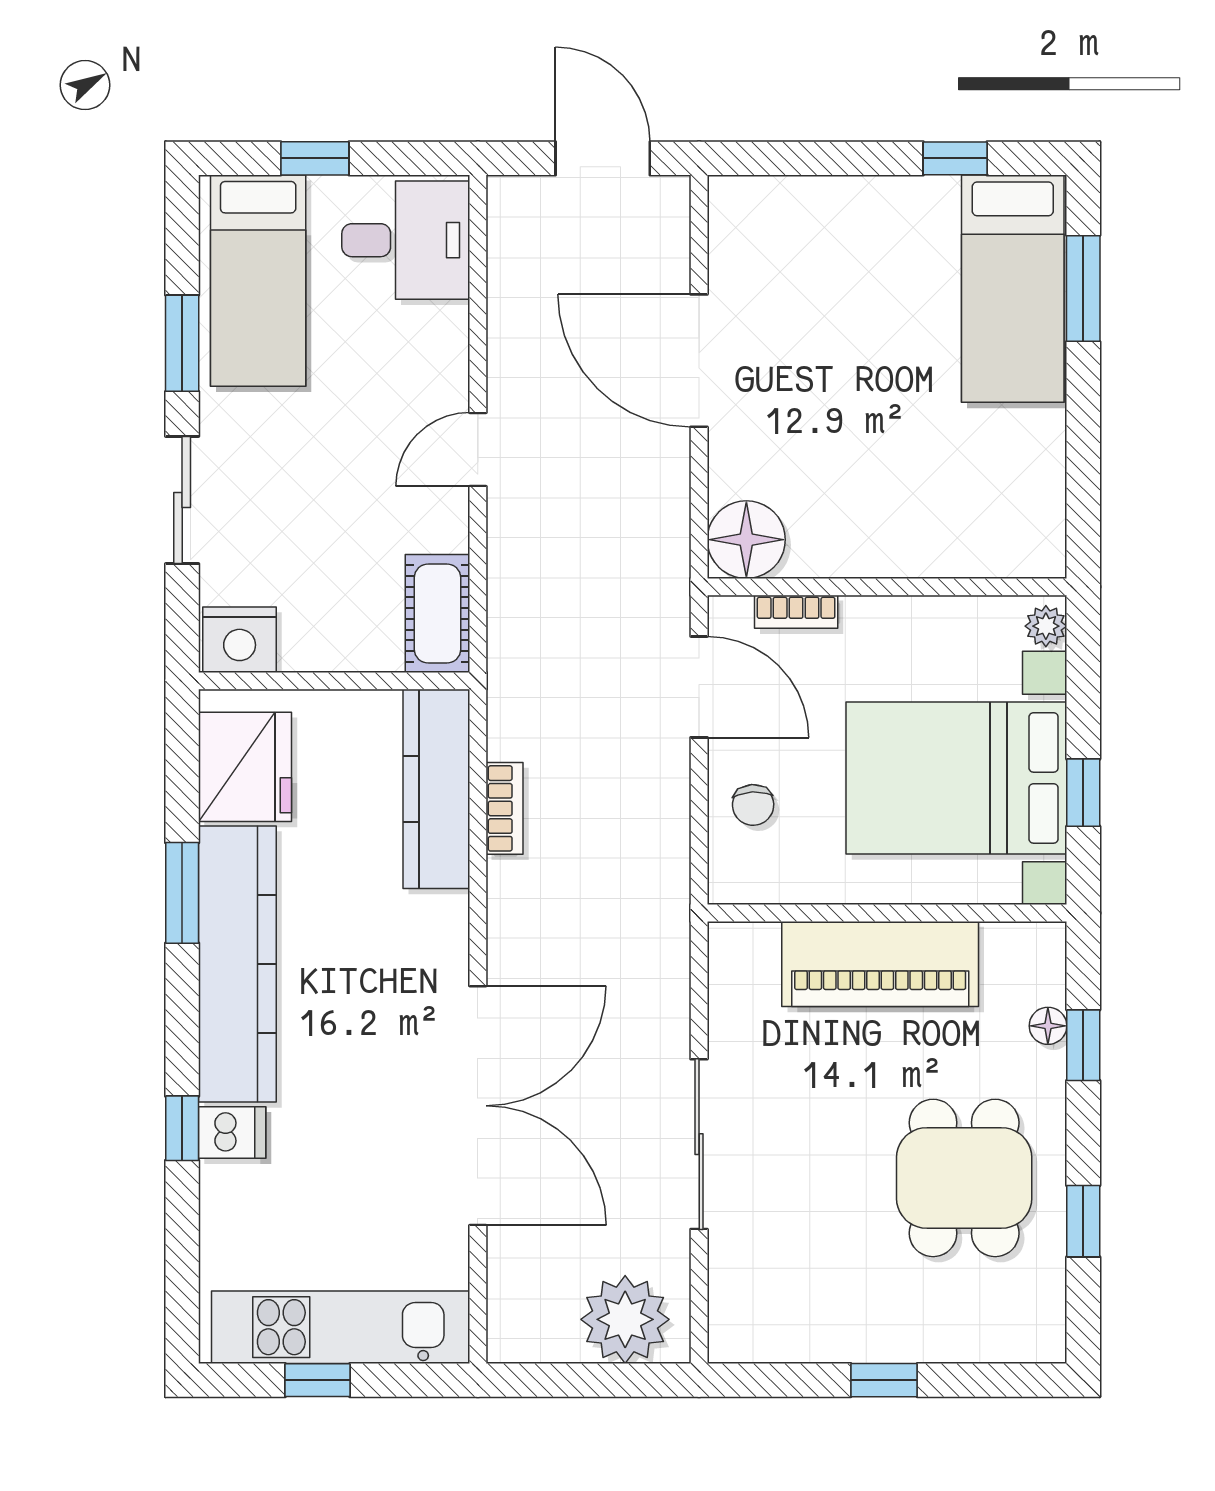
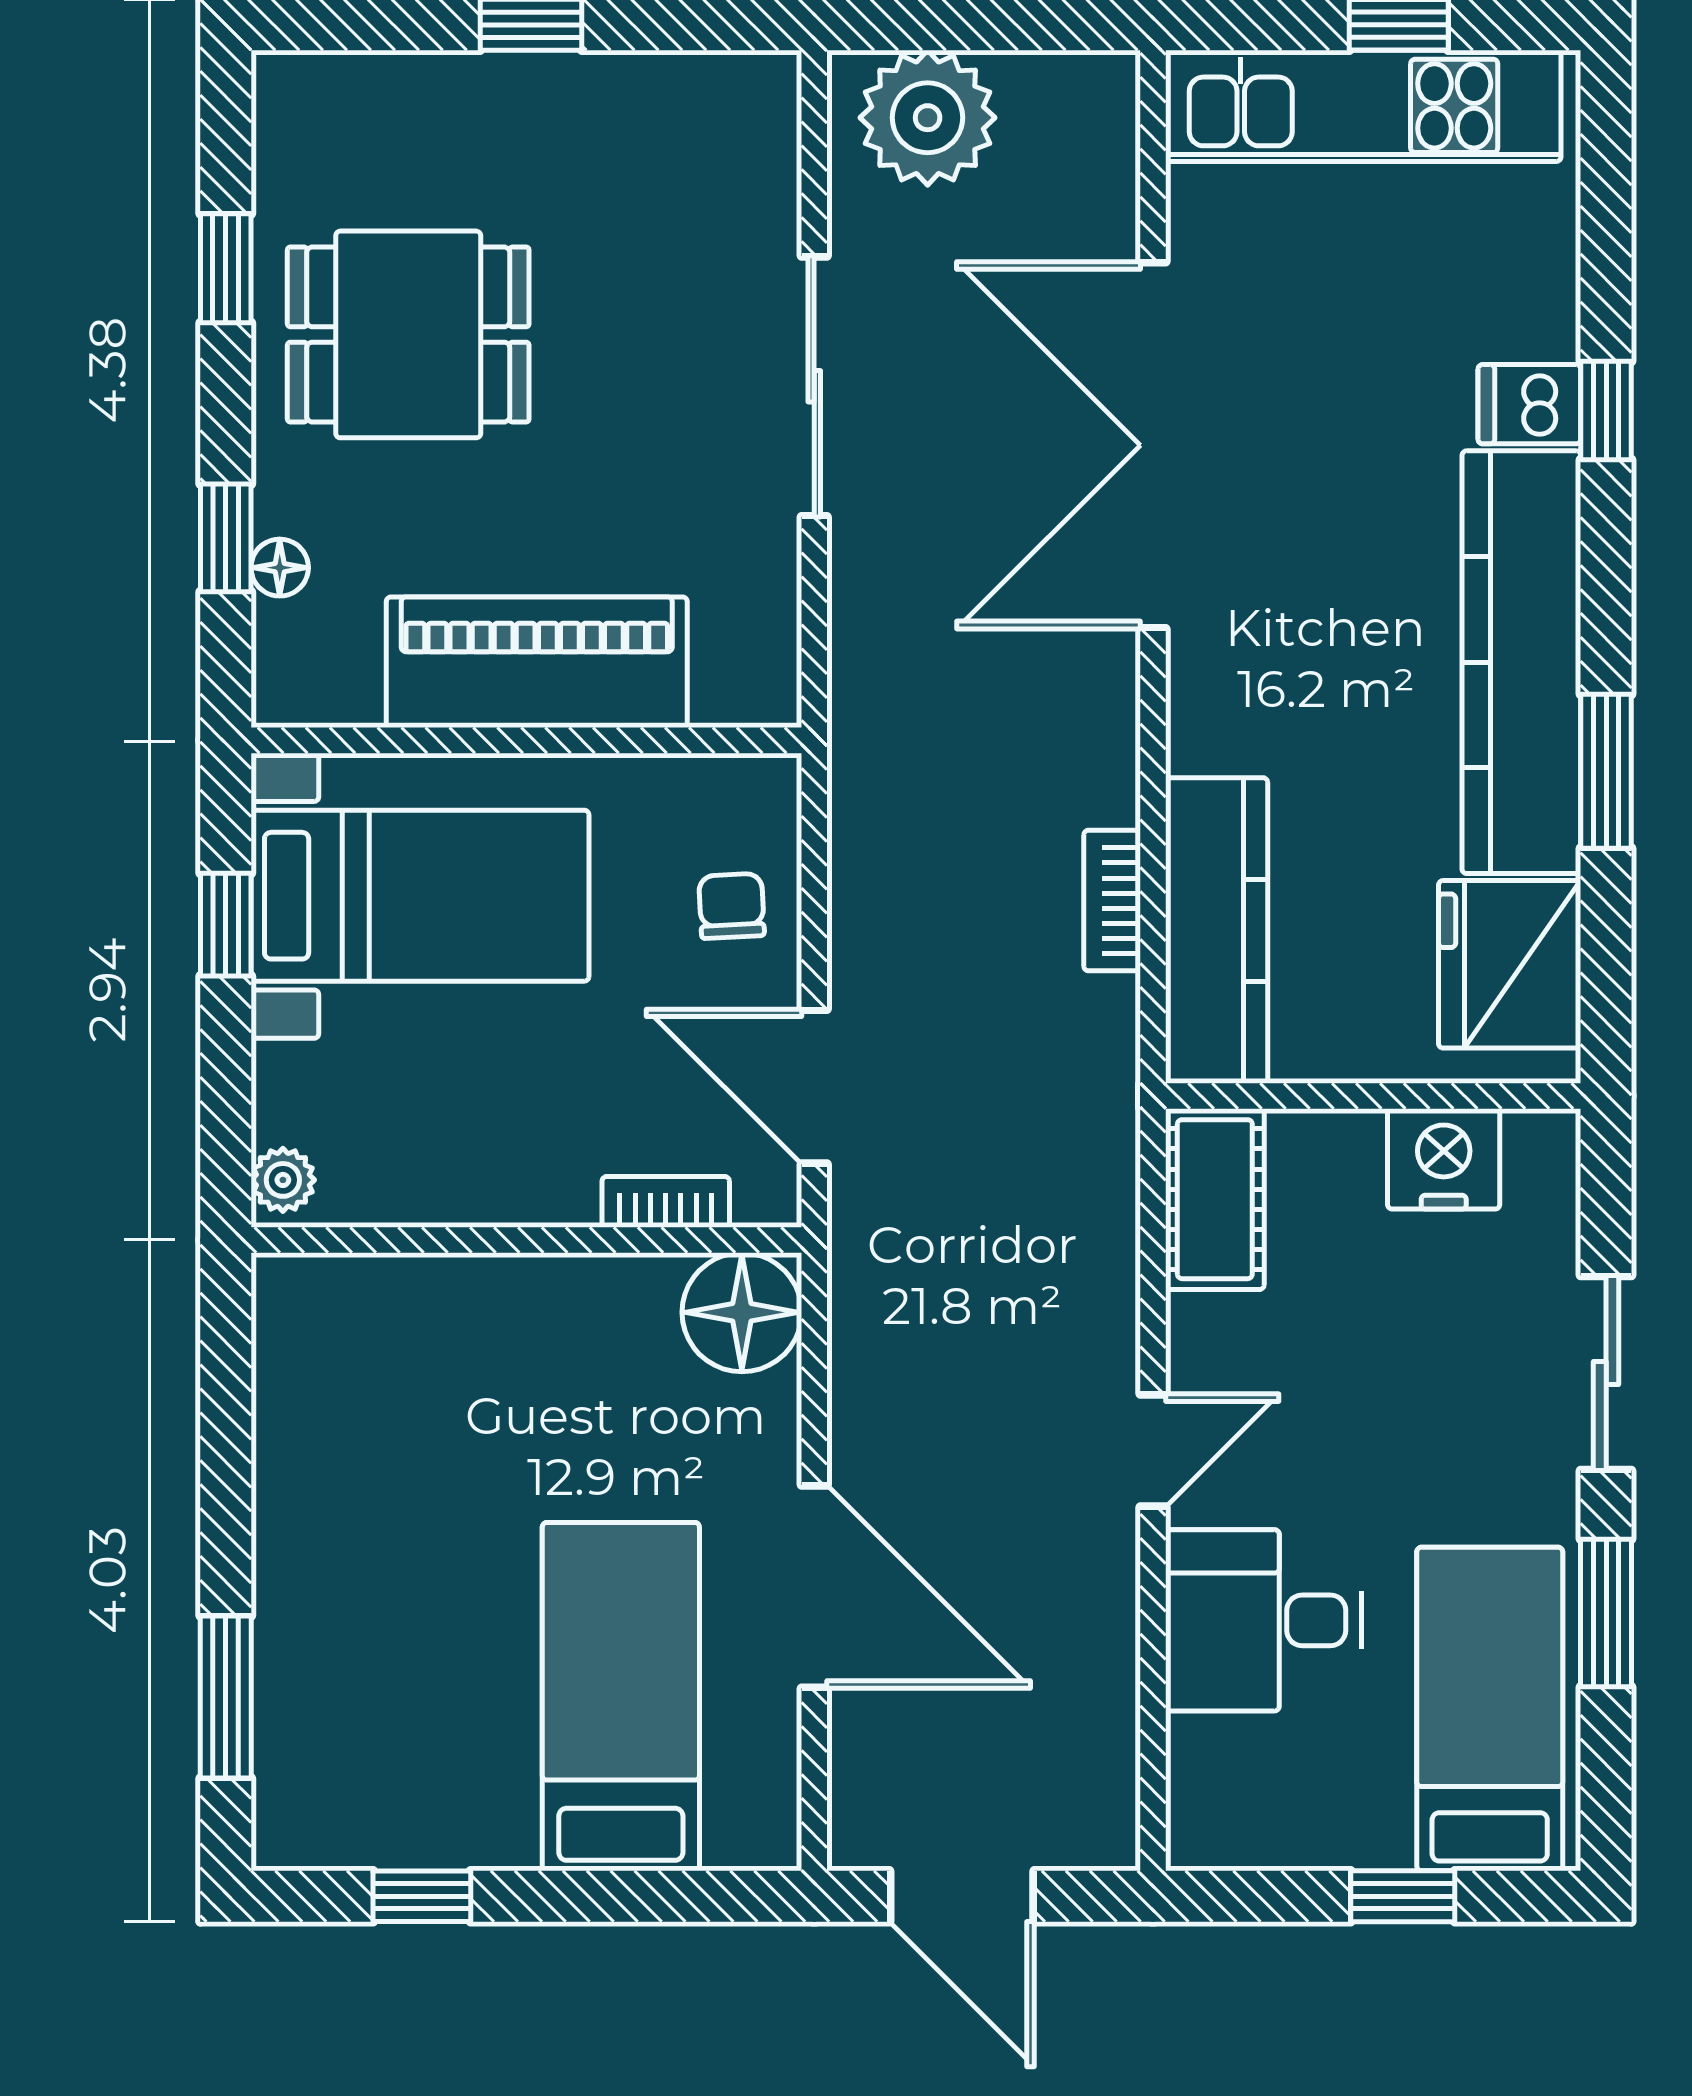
desk: (406, 240) -> (1263, 1620), moved
bed: (1013, 289) -> (621, 1697), moved
nightstand: (240, 640) -> (1444, 1159), moved
bed with nightstands: (956, 778) -> (420, 896), width x0.73
dining table: (964, 1178) -> (408, 334), turned 90

